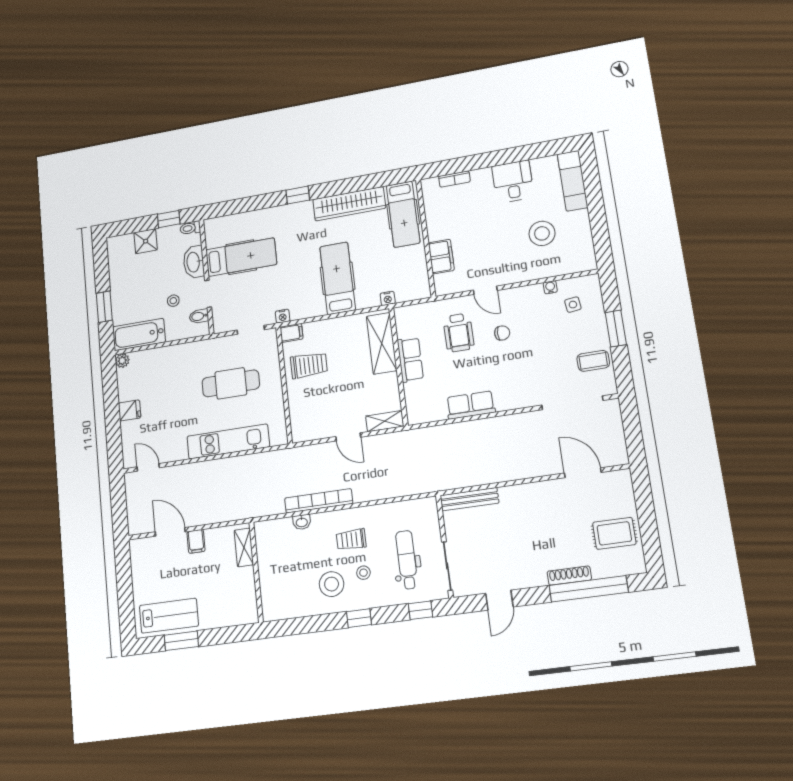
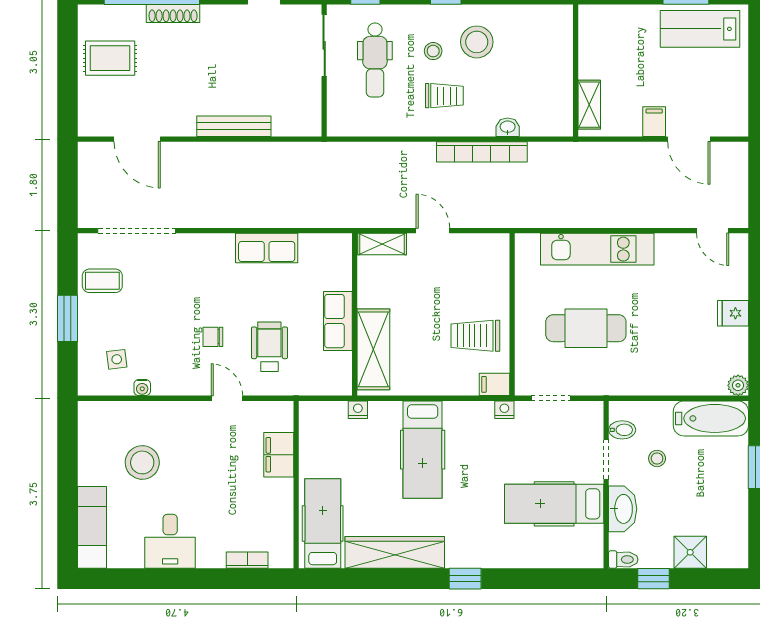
bench: (469, 499) -> (234, 126), moved

